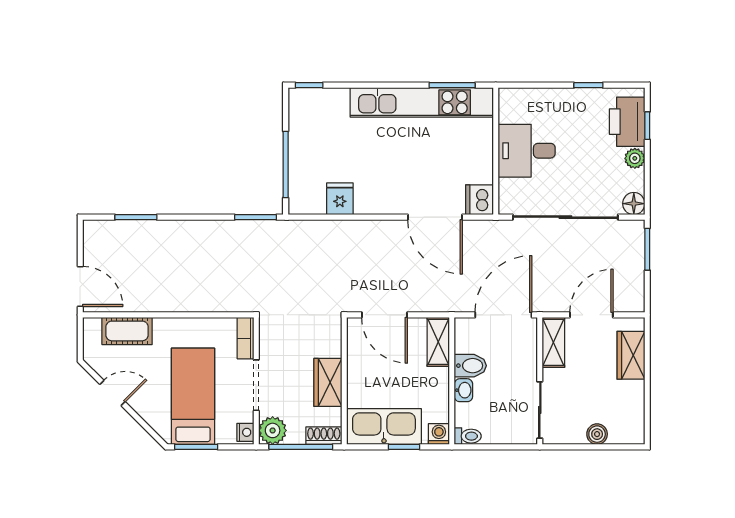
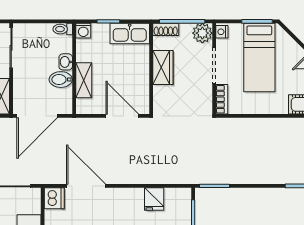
shelving: (438, 342) -> (84, 80), moved
kitchen sink: (384, 426) -> (130, 33), width x0.73, depth x0.81

